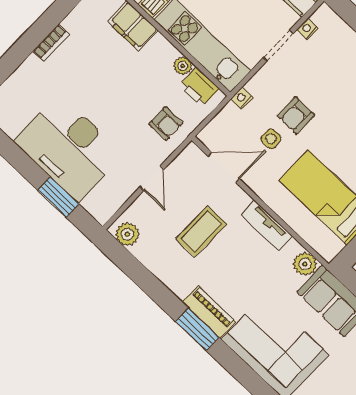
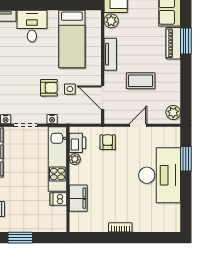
nightstand: (242, 98) -> (52, 119), moved

